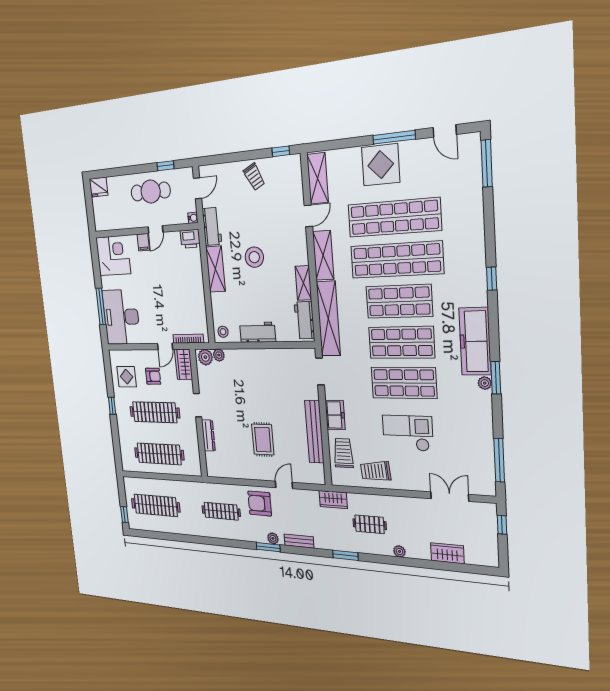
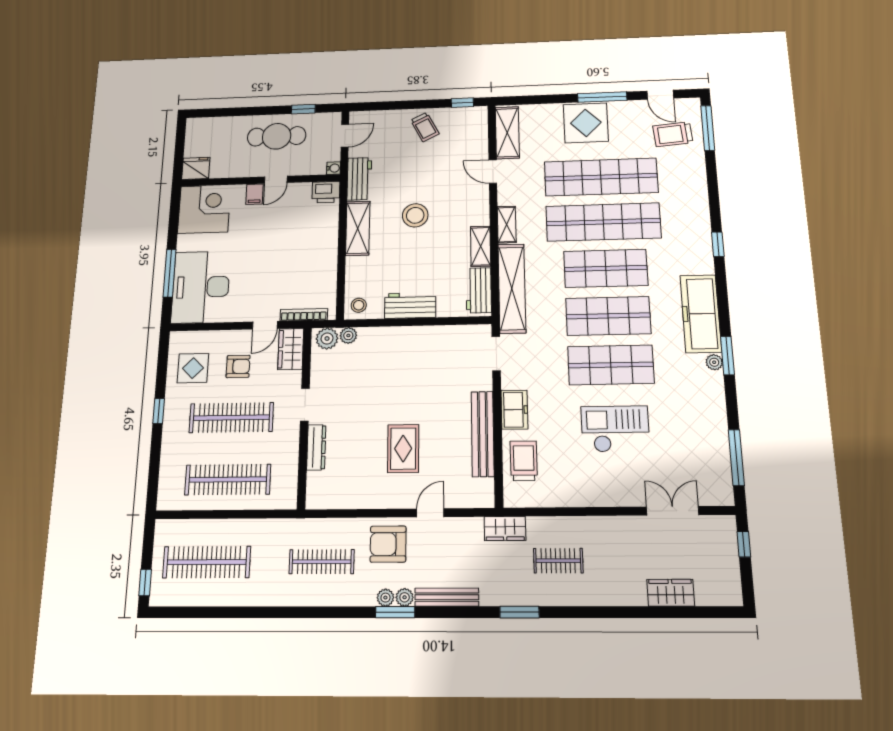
fridge: (99, 187) -> (196, 168), moved, turned 180
door: (308, 216) -> (493, 172), swing flipped
shelving: (323, 255) -> (507, 225), width x0.67, depth x0.75
trolley: (376, 471) -> (673, 134), moved
bench: (299, 541) -> (447, 597), width x1.36
plant: (399, 551) -> (385, 598), moved

